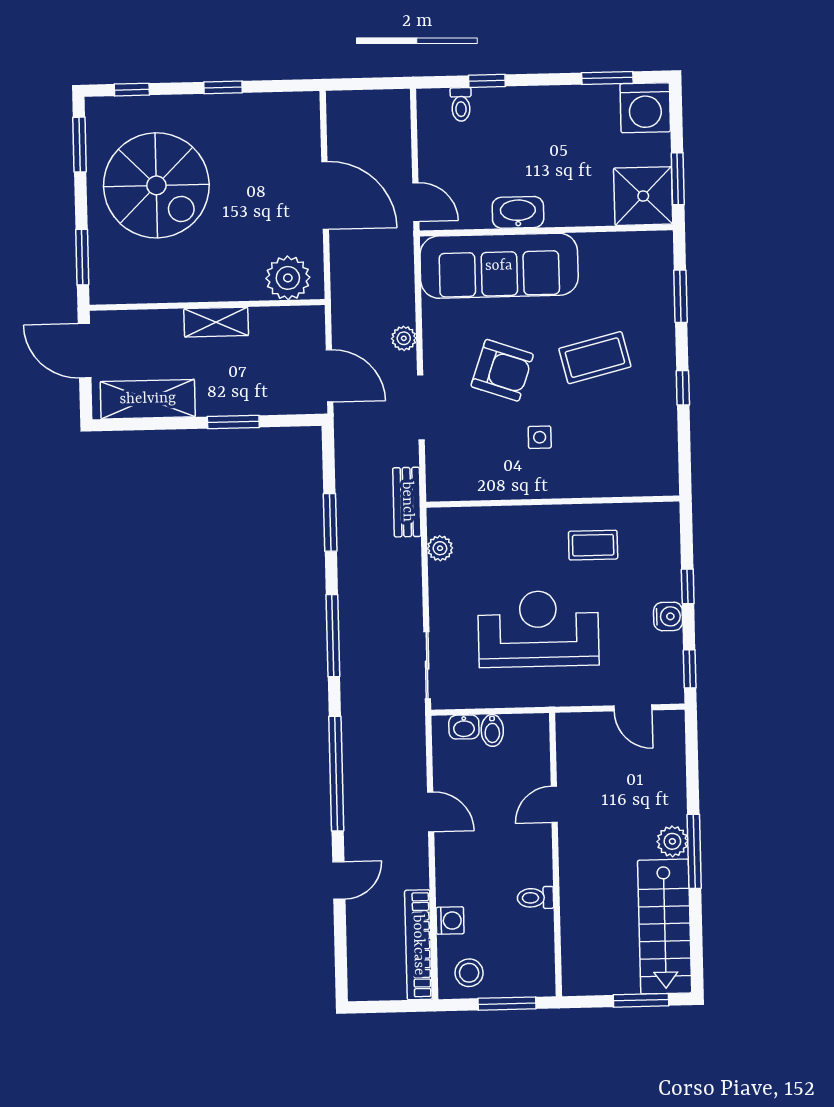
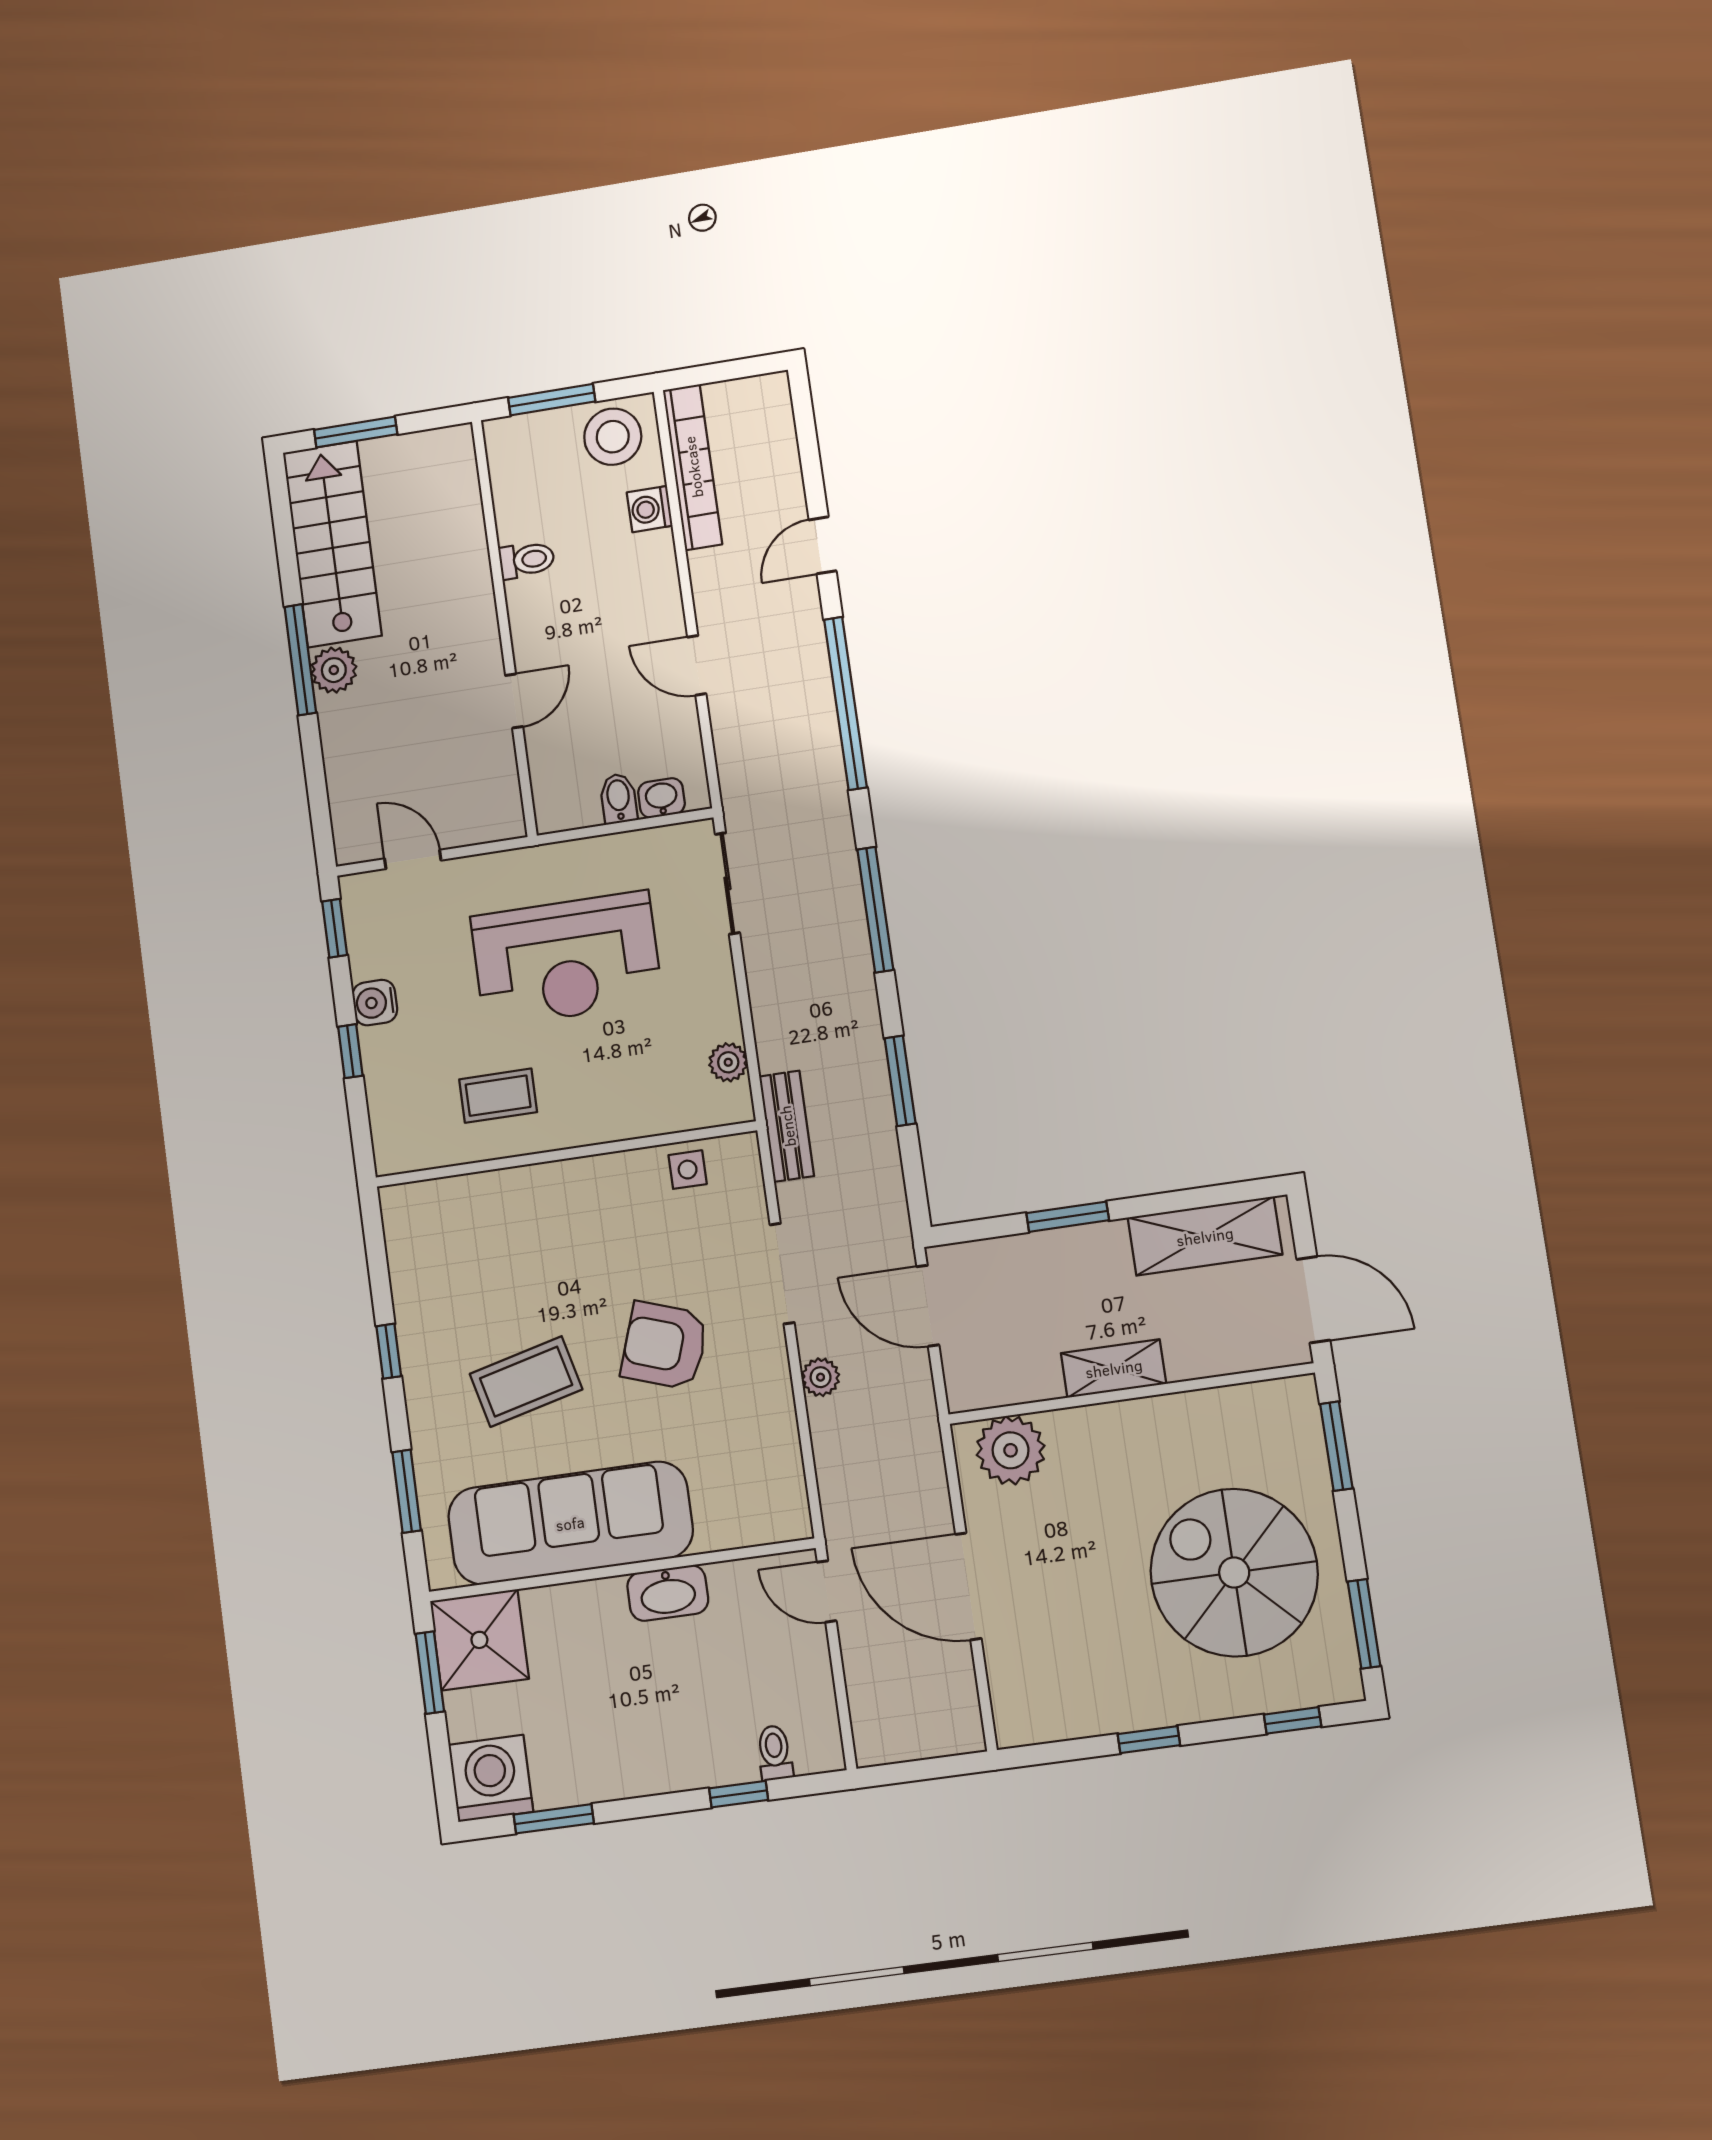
sofa: (499, 266) -> (570, 1523), moved
side table: (540, 437) -> (688, 1170), moved
stool: (469, 973) -> (613, 437), width x1.38, depth x1.38

